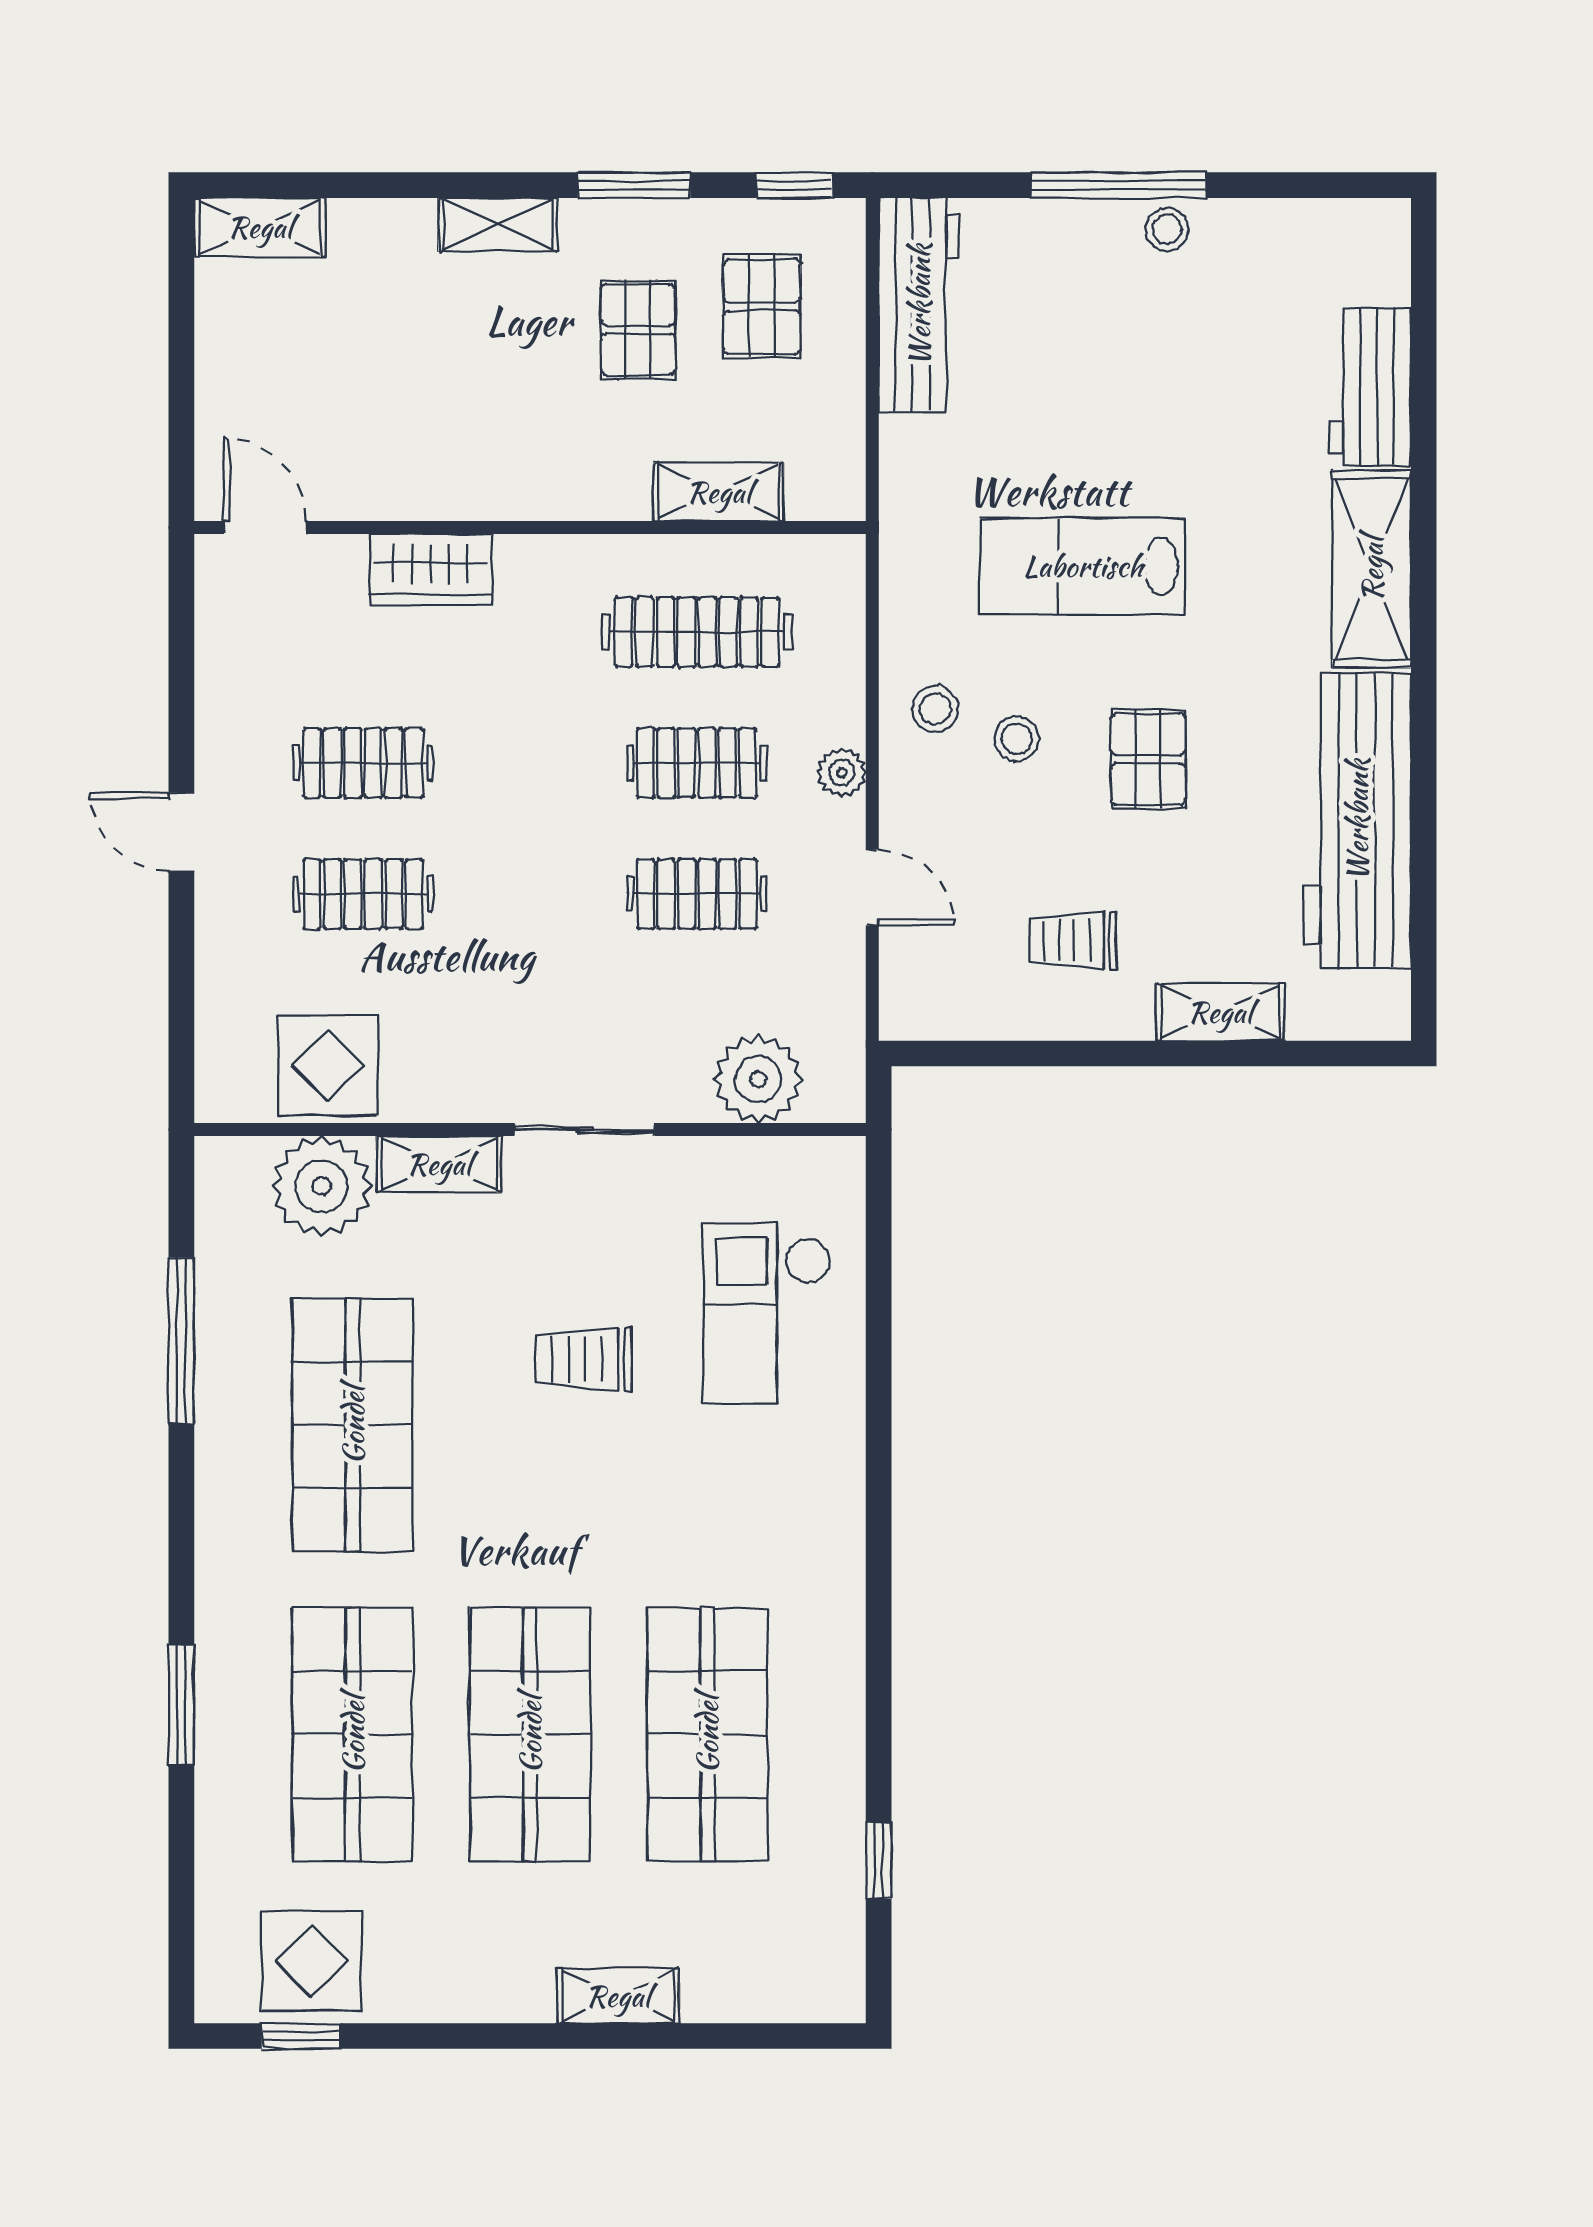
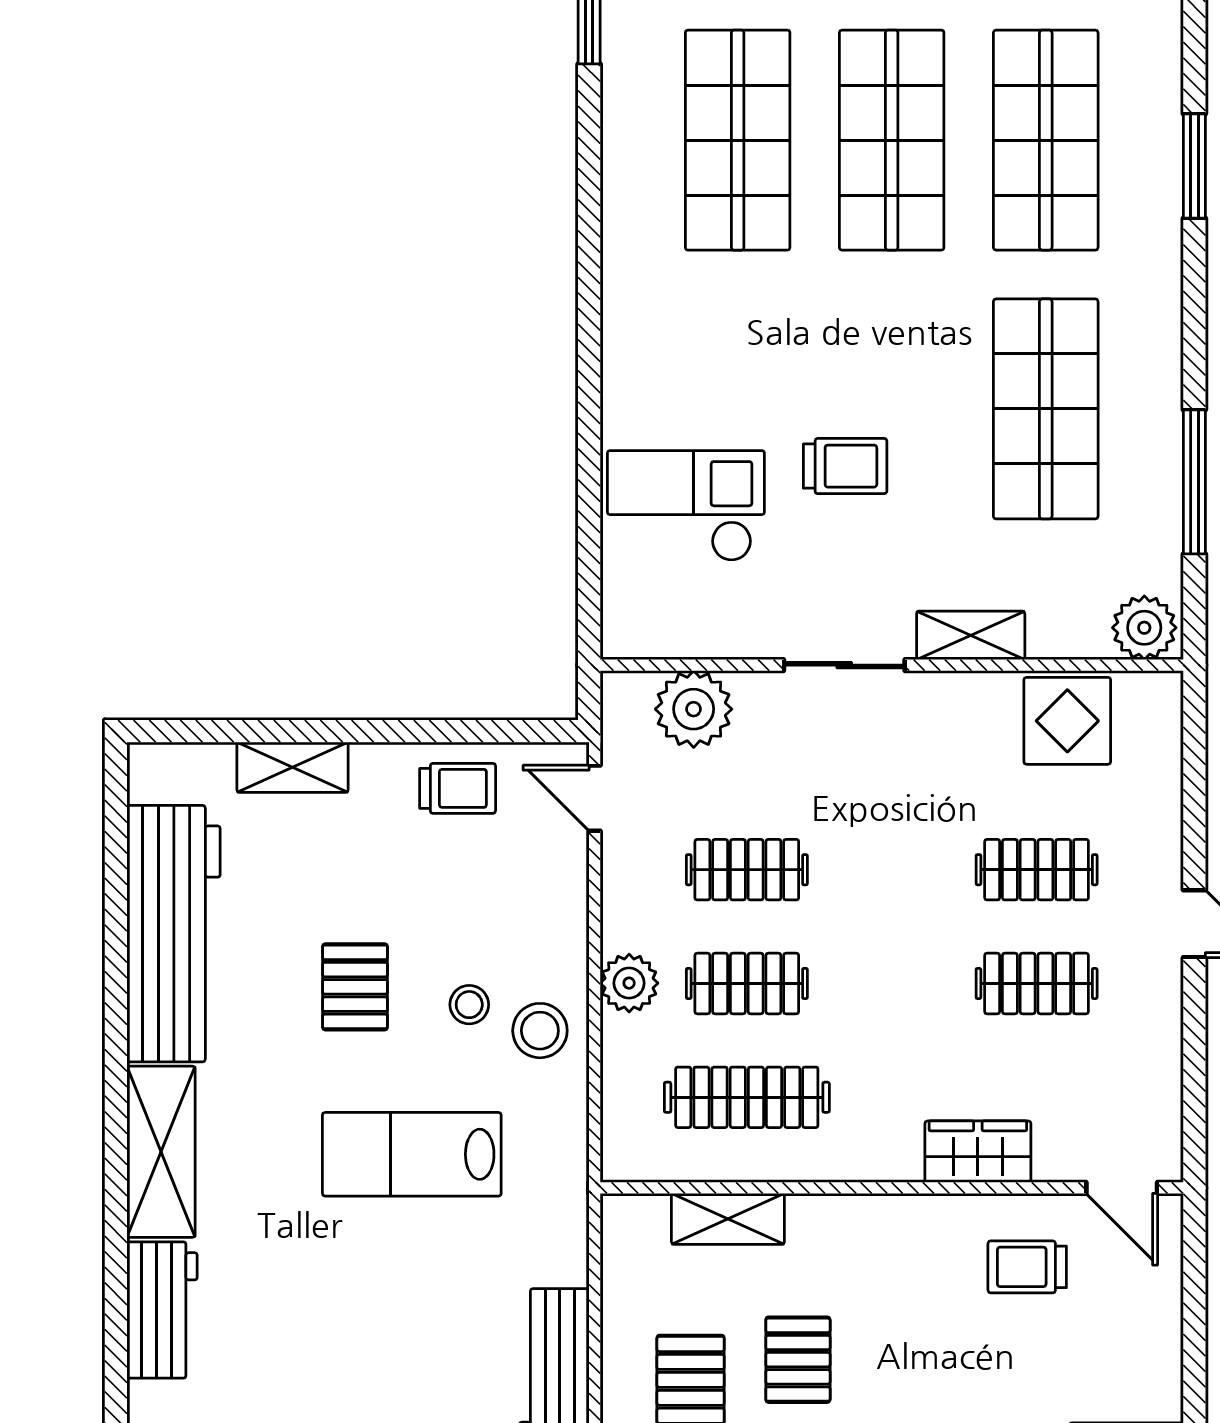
trolley: (374, 437) -> (1027, 1267), added
lab bench: (1083, 566) -> (412, 1154), turned 180
stool: (935, 709) -> (540, 1031), width x1.37, depth x1.37
plant: (842, 773) -> (629, 983), width x1.38, depth x1.38
door: (872, 888) -> (595, 798), moved
trolley: (1073, 941) -> (458, 788), moved
plant: (321, 1186) -> (1144, 628), moved, width x0.73, depth x0.73
checkout: (767, 1313) -> (686, 506), turned -90

